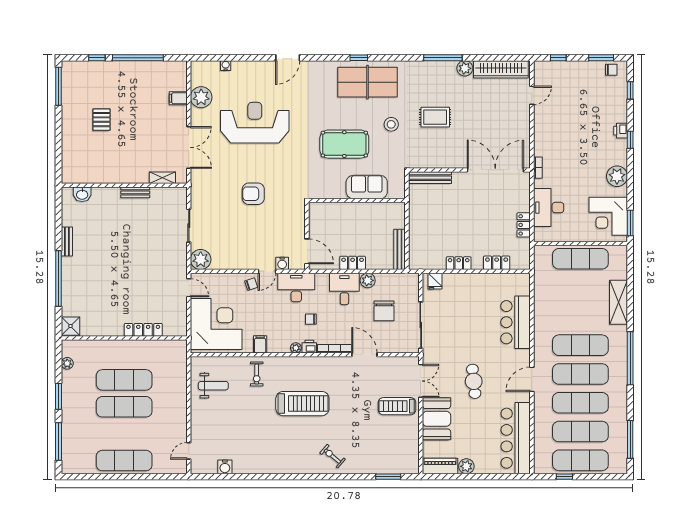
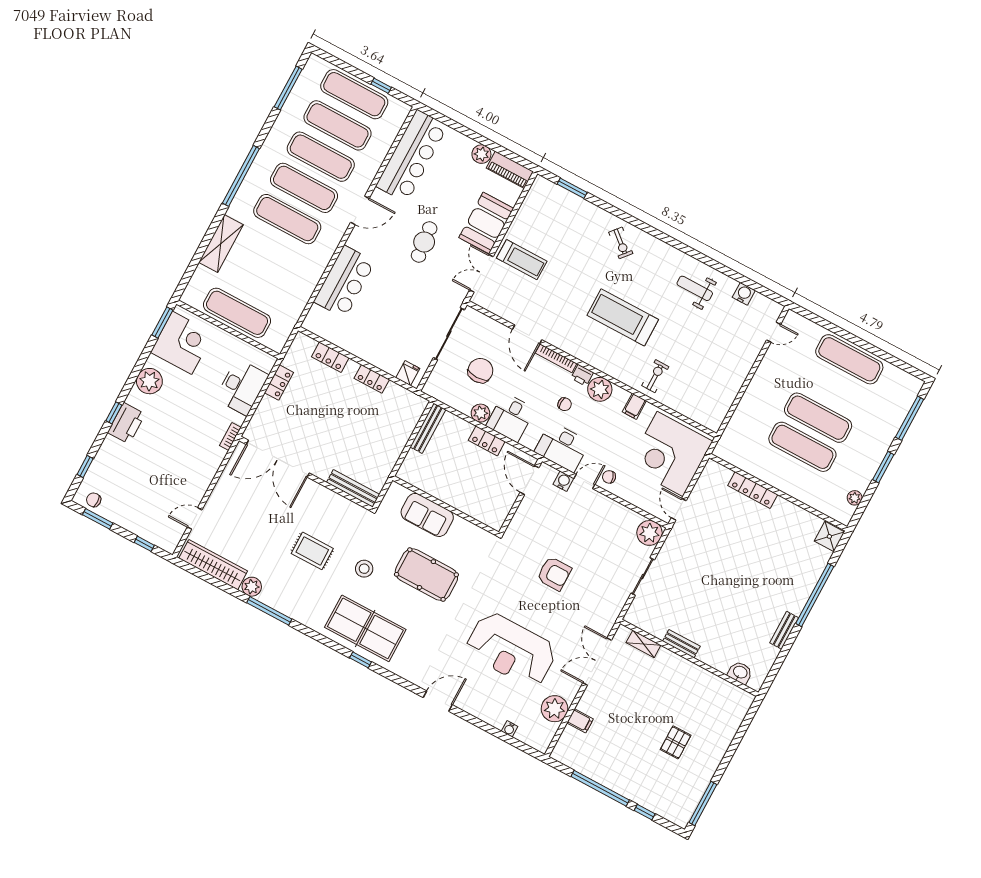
printer: (621, 131) -> (126, 423), width x1.87, depth x1.48
plant: (296, 348) -> (600, 389), width x1.88, depth x1.88
weight bench: (213, 386) -> (695, 288), moved

